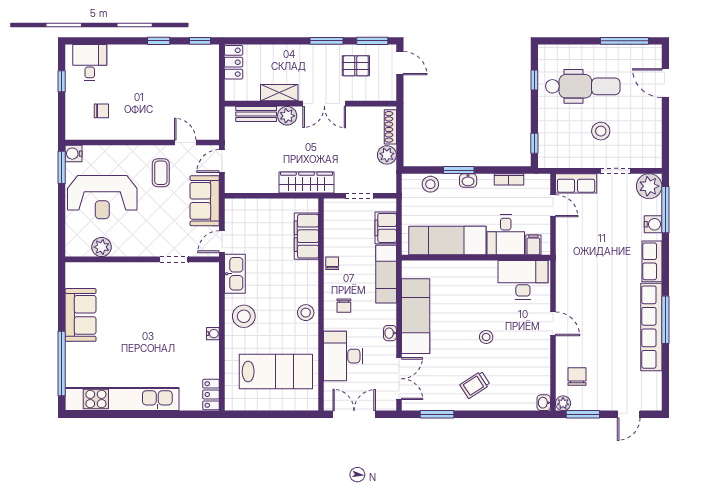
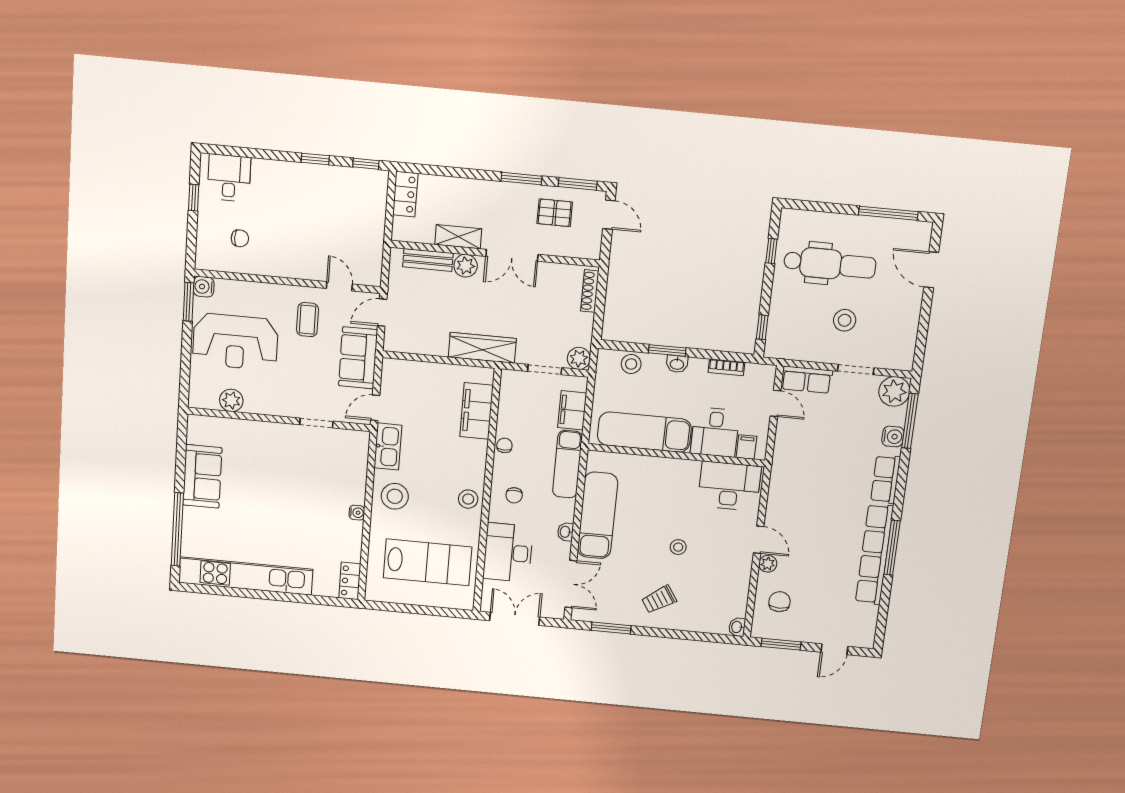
plant: (387, 155) -> (579, 358), moved
plant: (563, 403) -> (768, 564), moved

